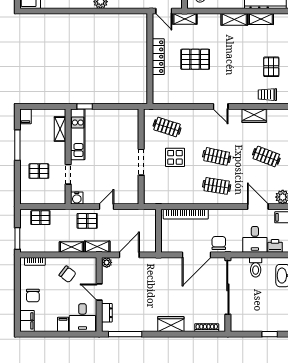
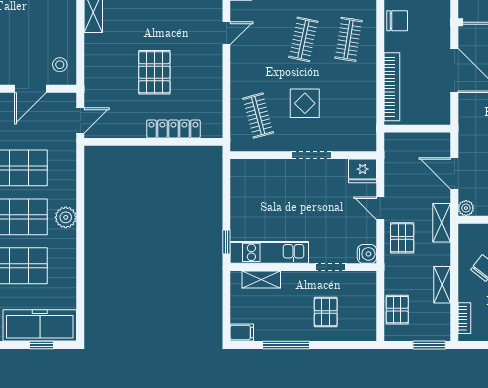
shelving: (185, 19) -> (92, 88), removed
locker: (158, 57) -> (173, 129), moved
clothes rail: (167, 127) -> (258, 115), turned -33
fridge: (131, 195) -> (363, 171), added
chair: (219, 243) -> (397, 21), moved, turned 180
shelving: (71, 247) -> (442, 285), moved

